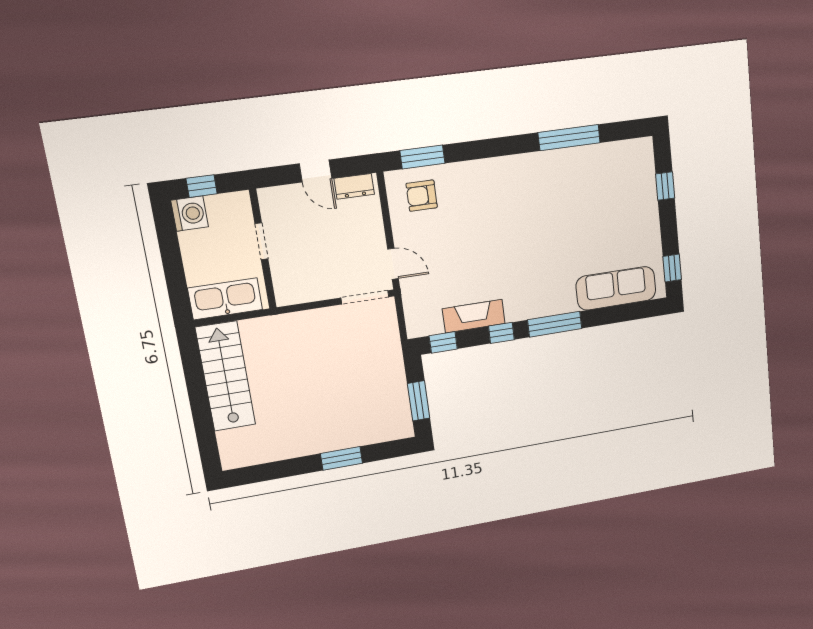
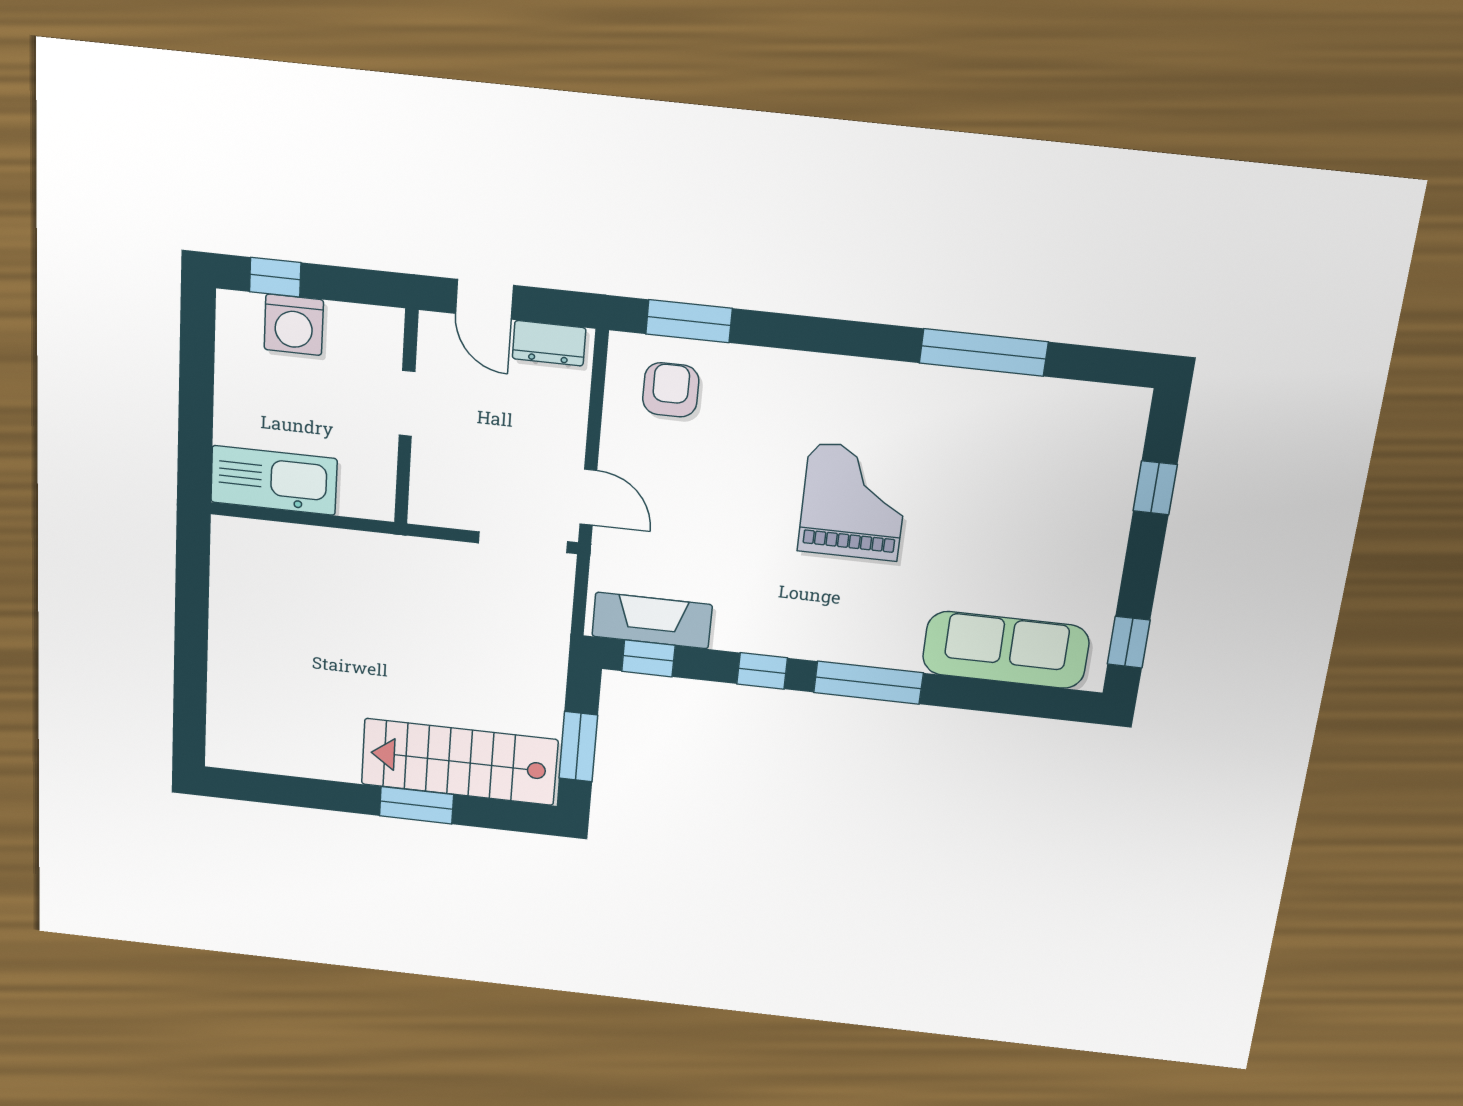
armchair: (422, 196) -> (671, 390), turned 90
washing machine: (190, 214) -> (294, 325), moved, turned 90
grand piano: (525, 231) -> (854, 502), added
doorway: (261, 241) -> (407, 403), moved
wall: (263, 249) -> (406, 418), moved
fireplace: (474, 316) -> (652, 621), moved
stairs: (226, 376) -> (459, 762), moved, turned -90

